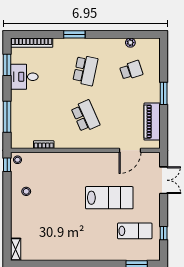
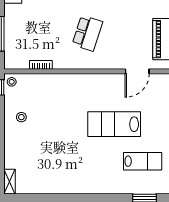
school desk: (85, 116) -> (87, 33), turned 42
lab bench: (109, 198) -> (114, 124), turned 180

